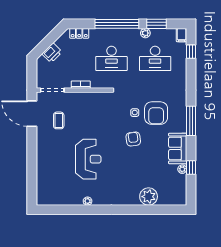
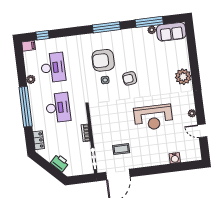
window: (156, 24) -> (21, 70), removed
armchair: (156, 113) -> (103, 60), turned 180
sofa: (178, 148) -> (171, 32), moved
reception desk: (88, 159) -> (153, 117), turned 180
window: (191, 168) -> (149, 22), width x2.17
water cooler: (42, 177) -> (175, 158), added
plant: (149, 197) -> (183, 77), moved
door: (67, 210) -> (202, 131), added

